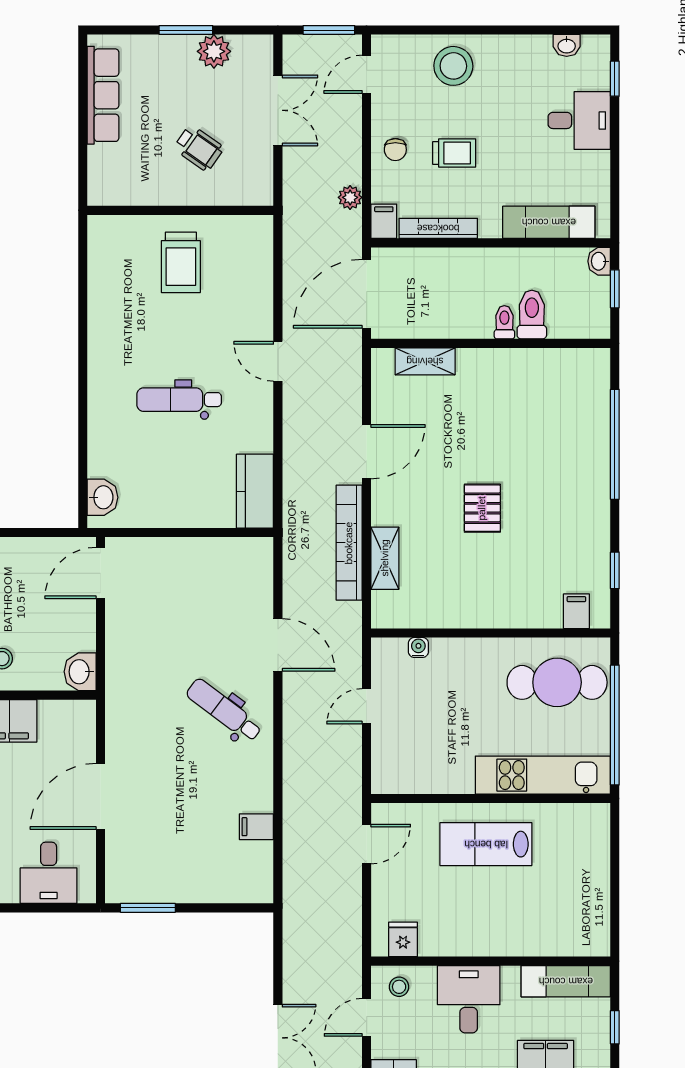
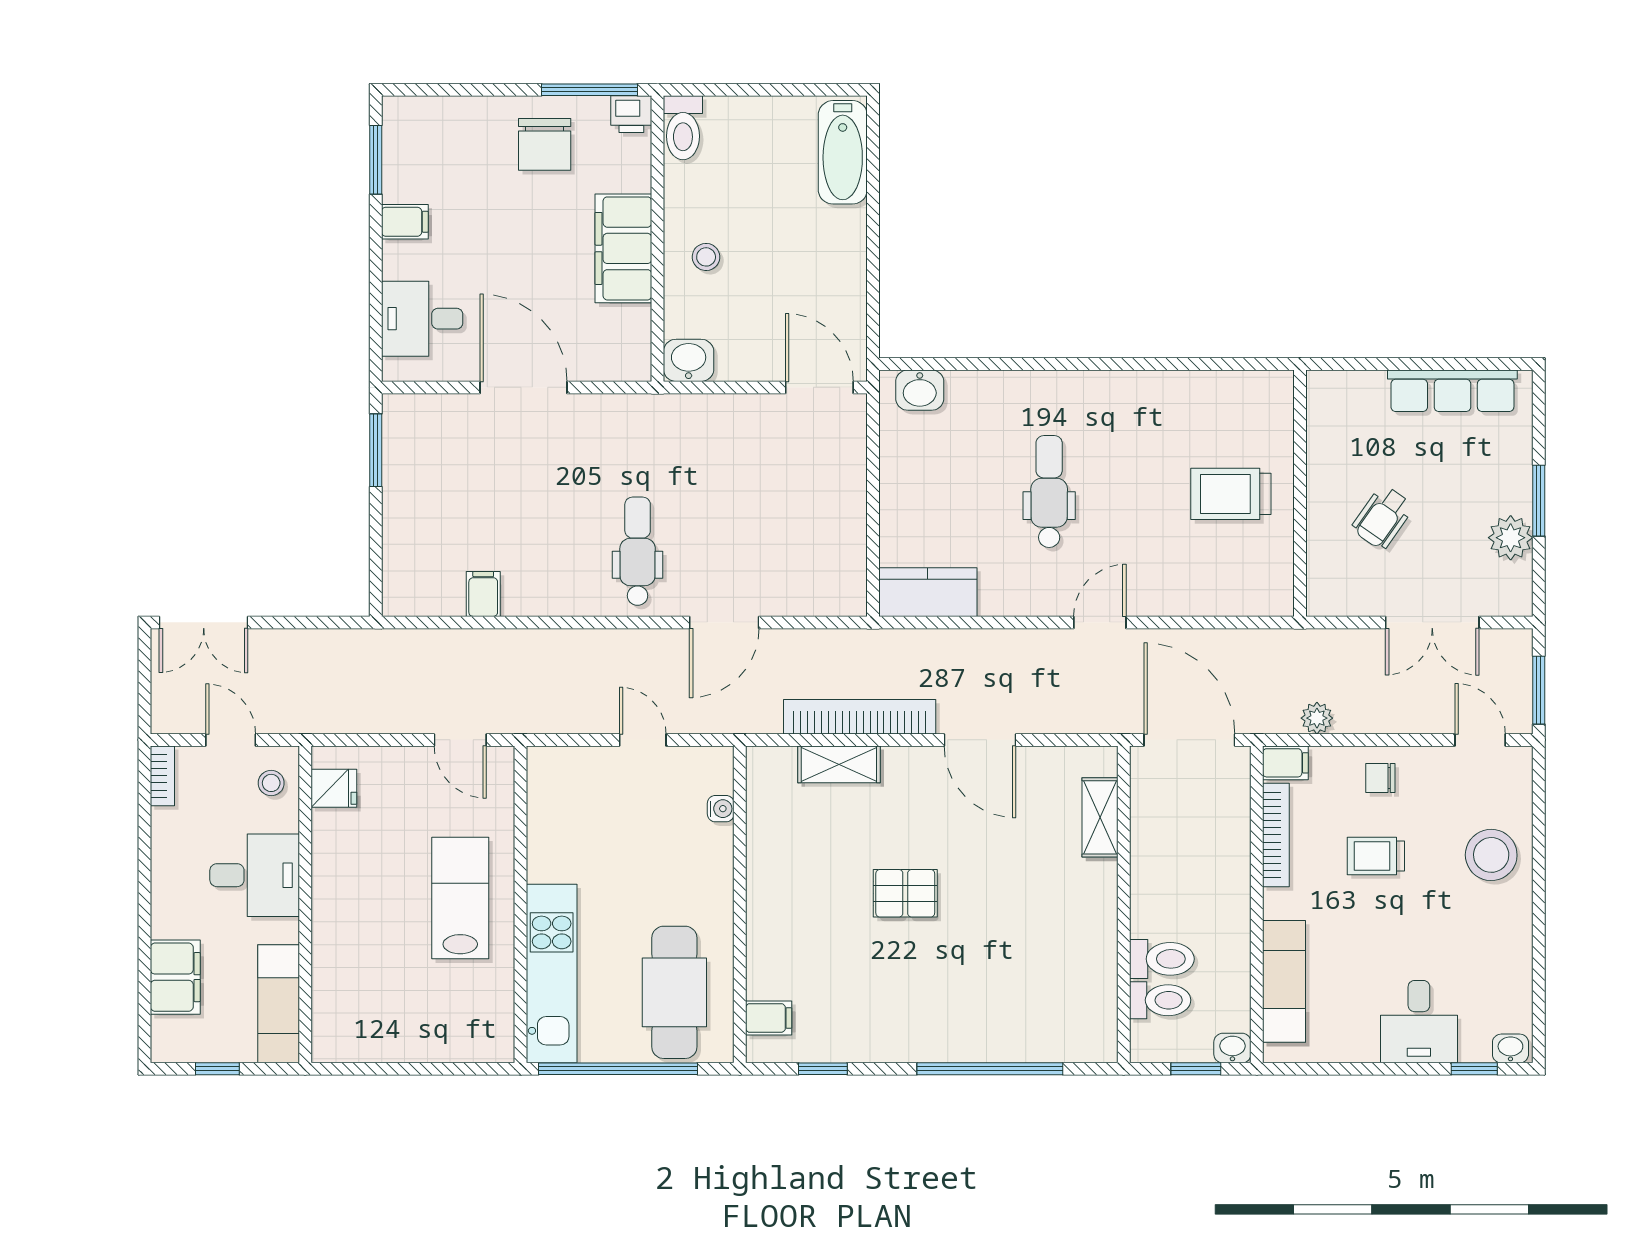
washbasin: (567, 45) -> (1510, 1048), moved, turned 90
trolley: (454, 153) -> (1376, 856), turned 90
toilet: (504, 322) -> (1160, 1000), moved, width x1.37, depth x1.39
dental chair: (224, 710) -> (638, 551), turned -37

